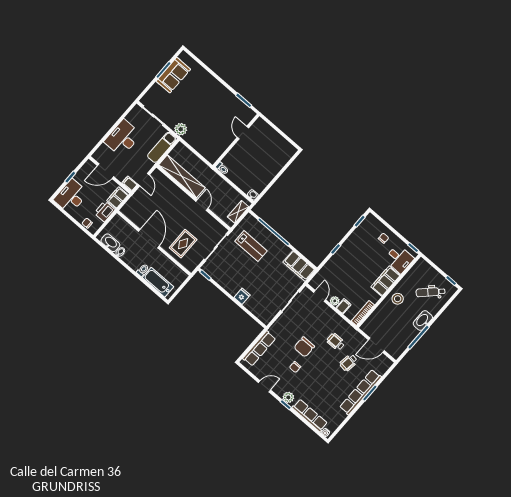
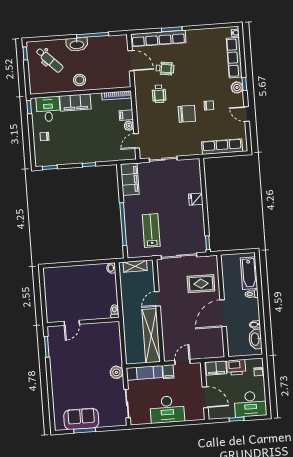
filing cabinet: (130, 184) -> (168, 372), moved
row of seats: (361, 392) -> (158, 38), moved

